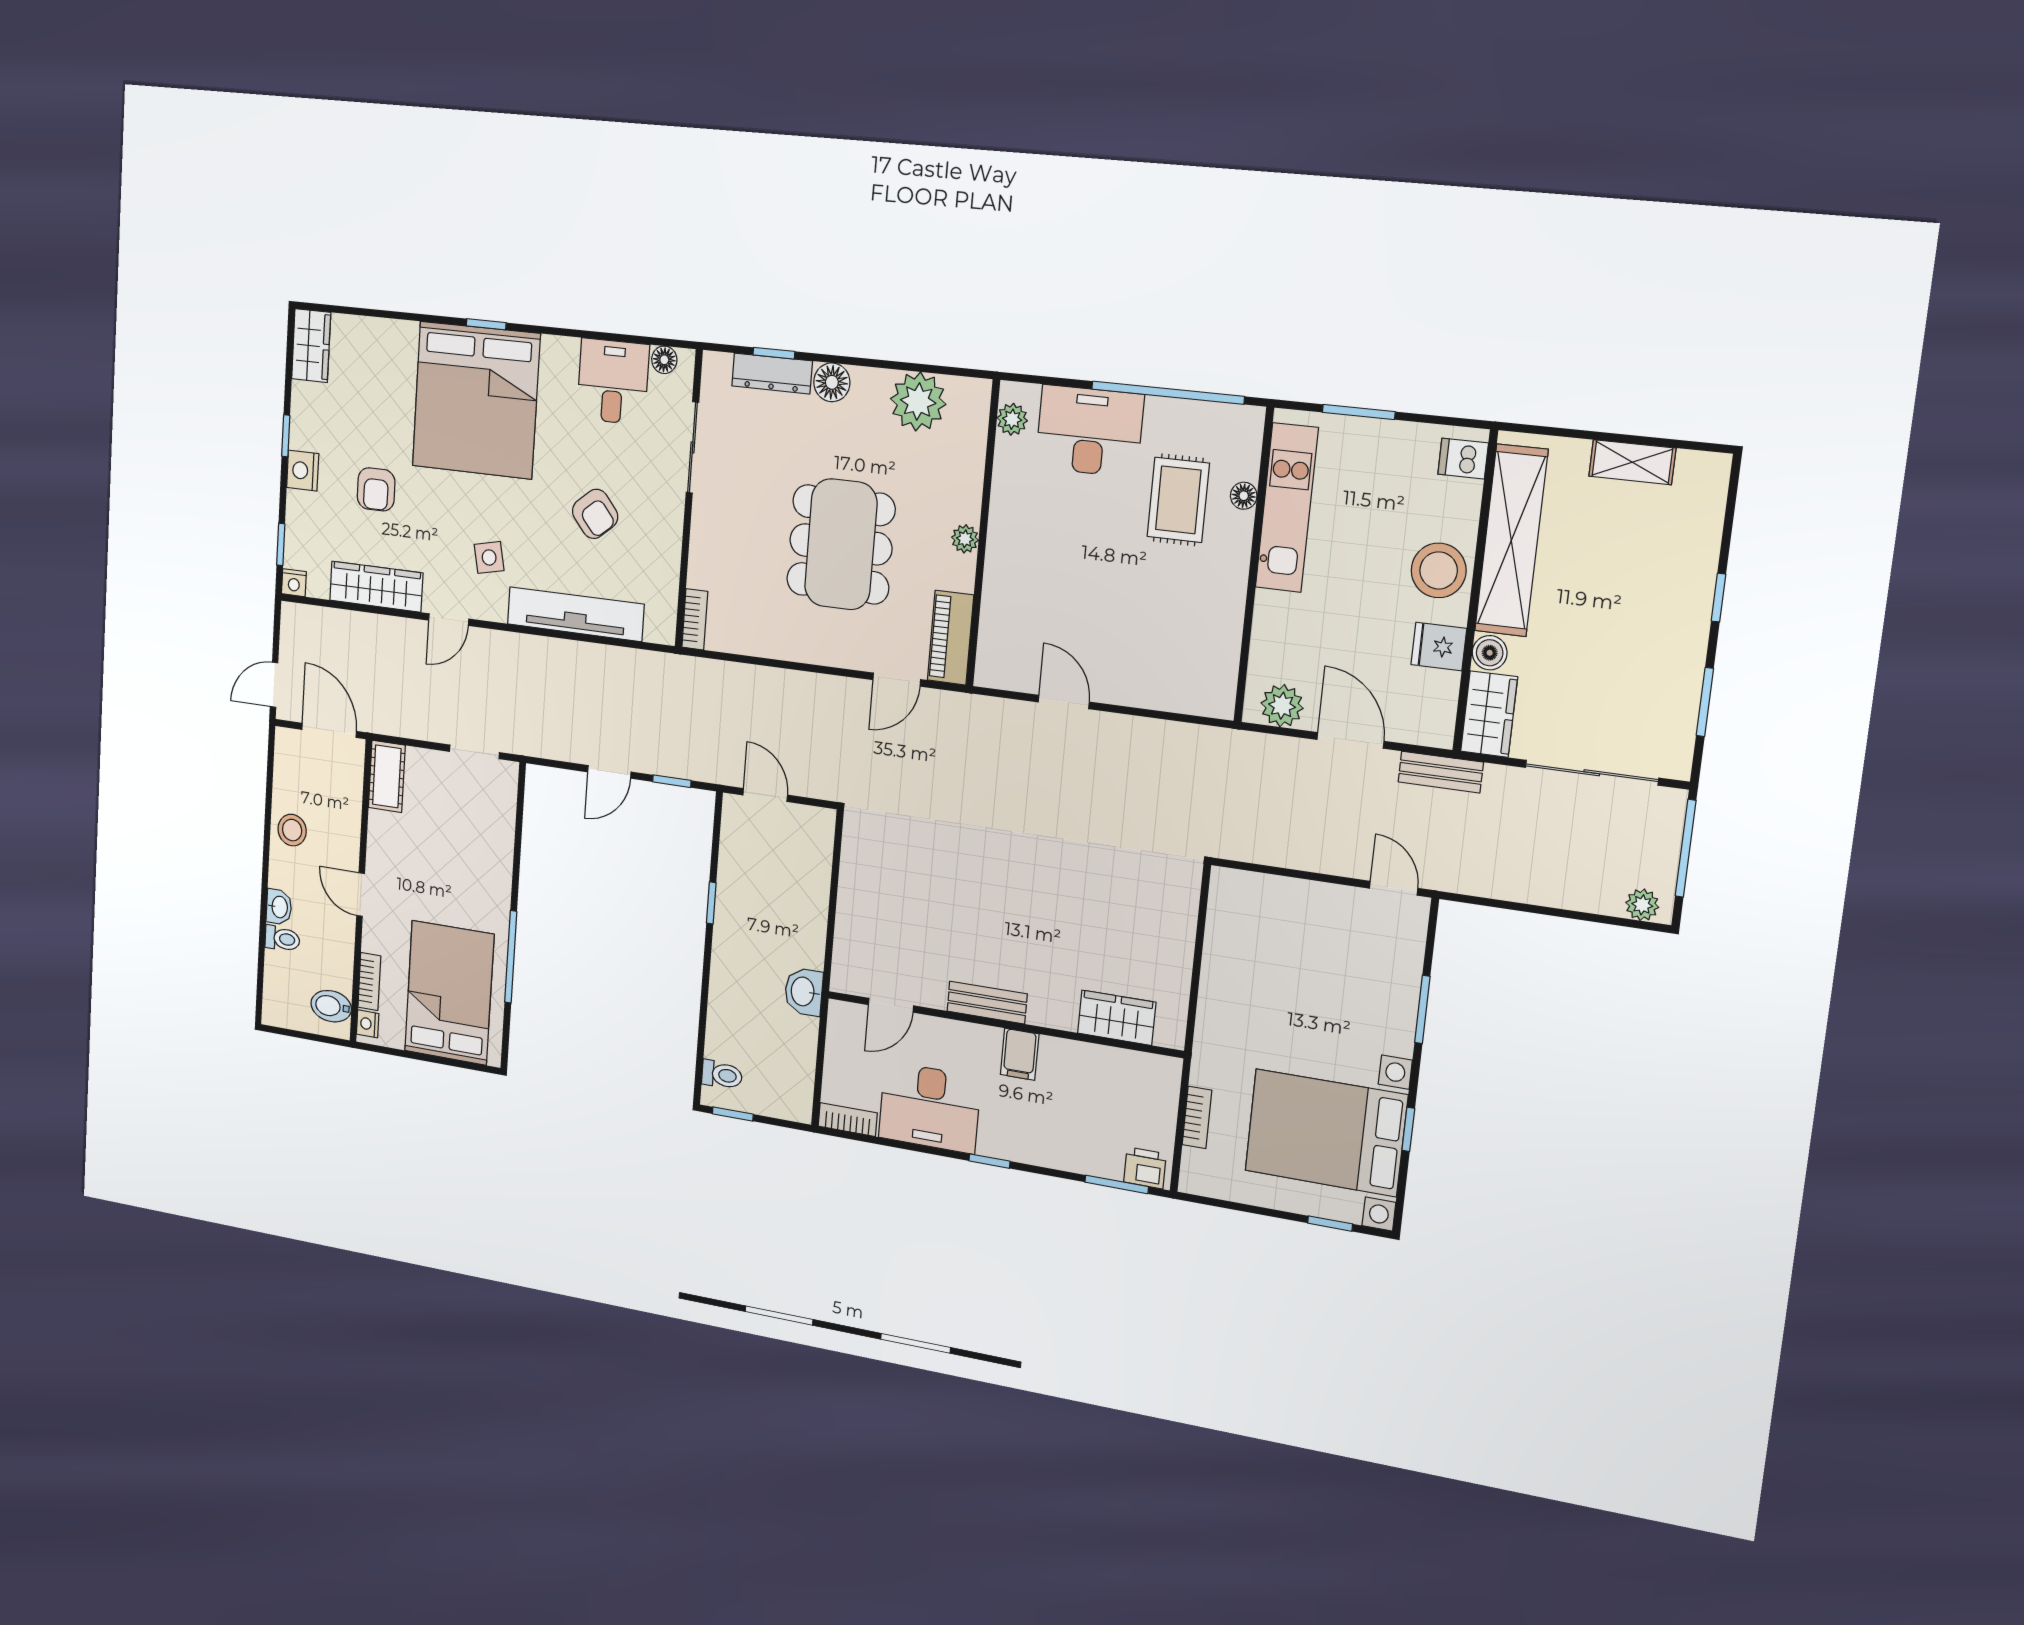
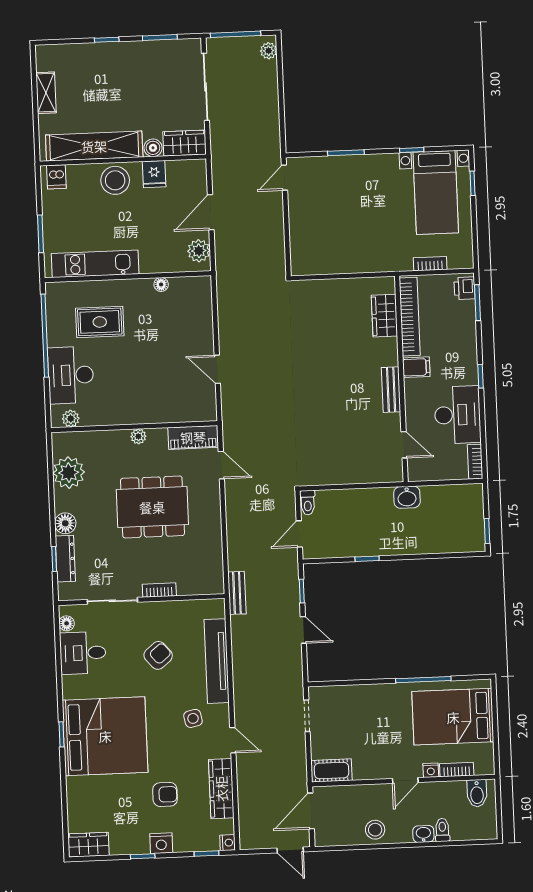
floor lamp: (1244, 496) -> (161, 284), moved
bookcase: (695, 619) -> (159, 590), moved
door: (1064, 702) -> (217, 369), hinge flipped
bench: (1441, 772) -> (237, 593), moved
nightstand: (368, 1024) -> (431, 770), moved
bookcase: (1109, 1062) -> (410, 317), added
toilet: (722, 1075) -> (308, 503), moved, turned 180
bed with nightstands: (1326, 1133) -> (436, 192), width x0.73

